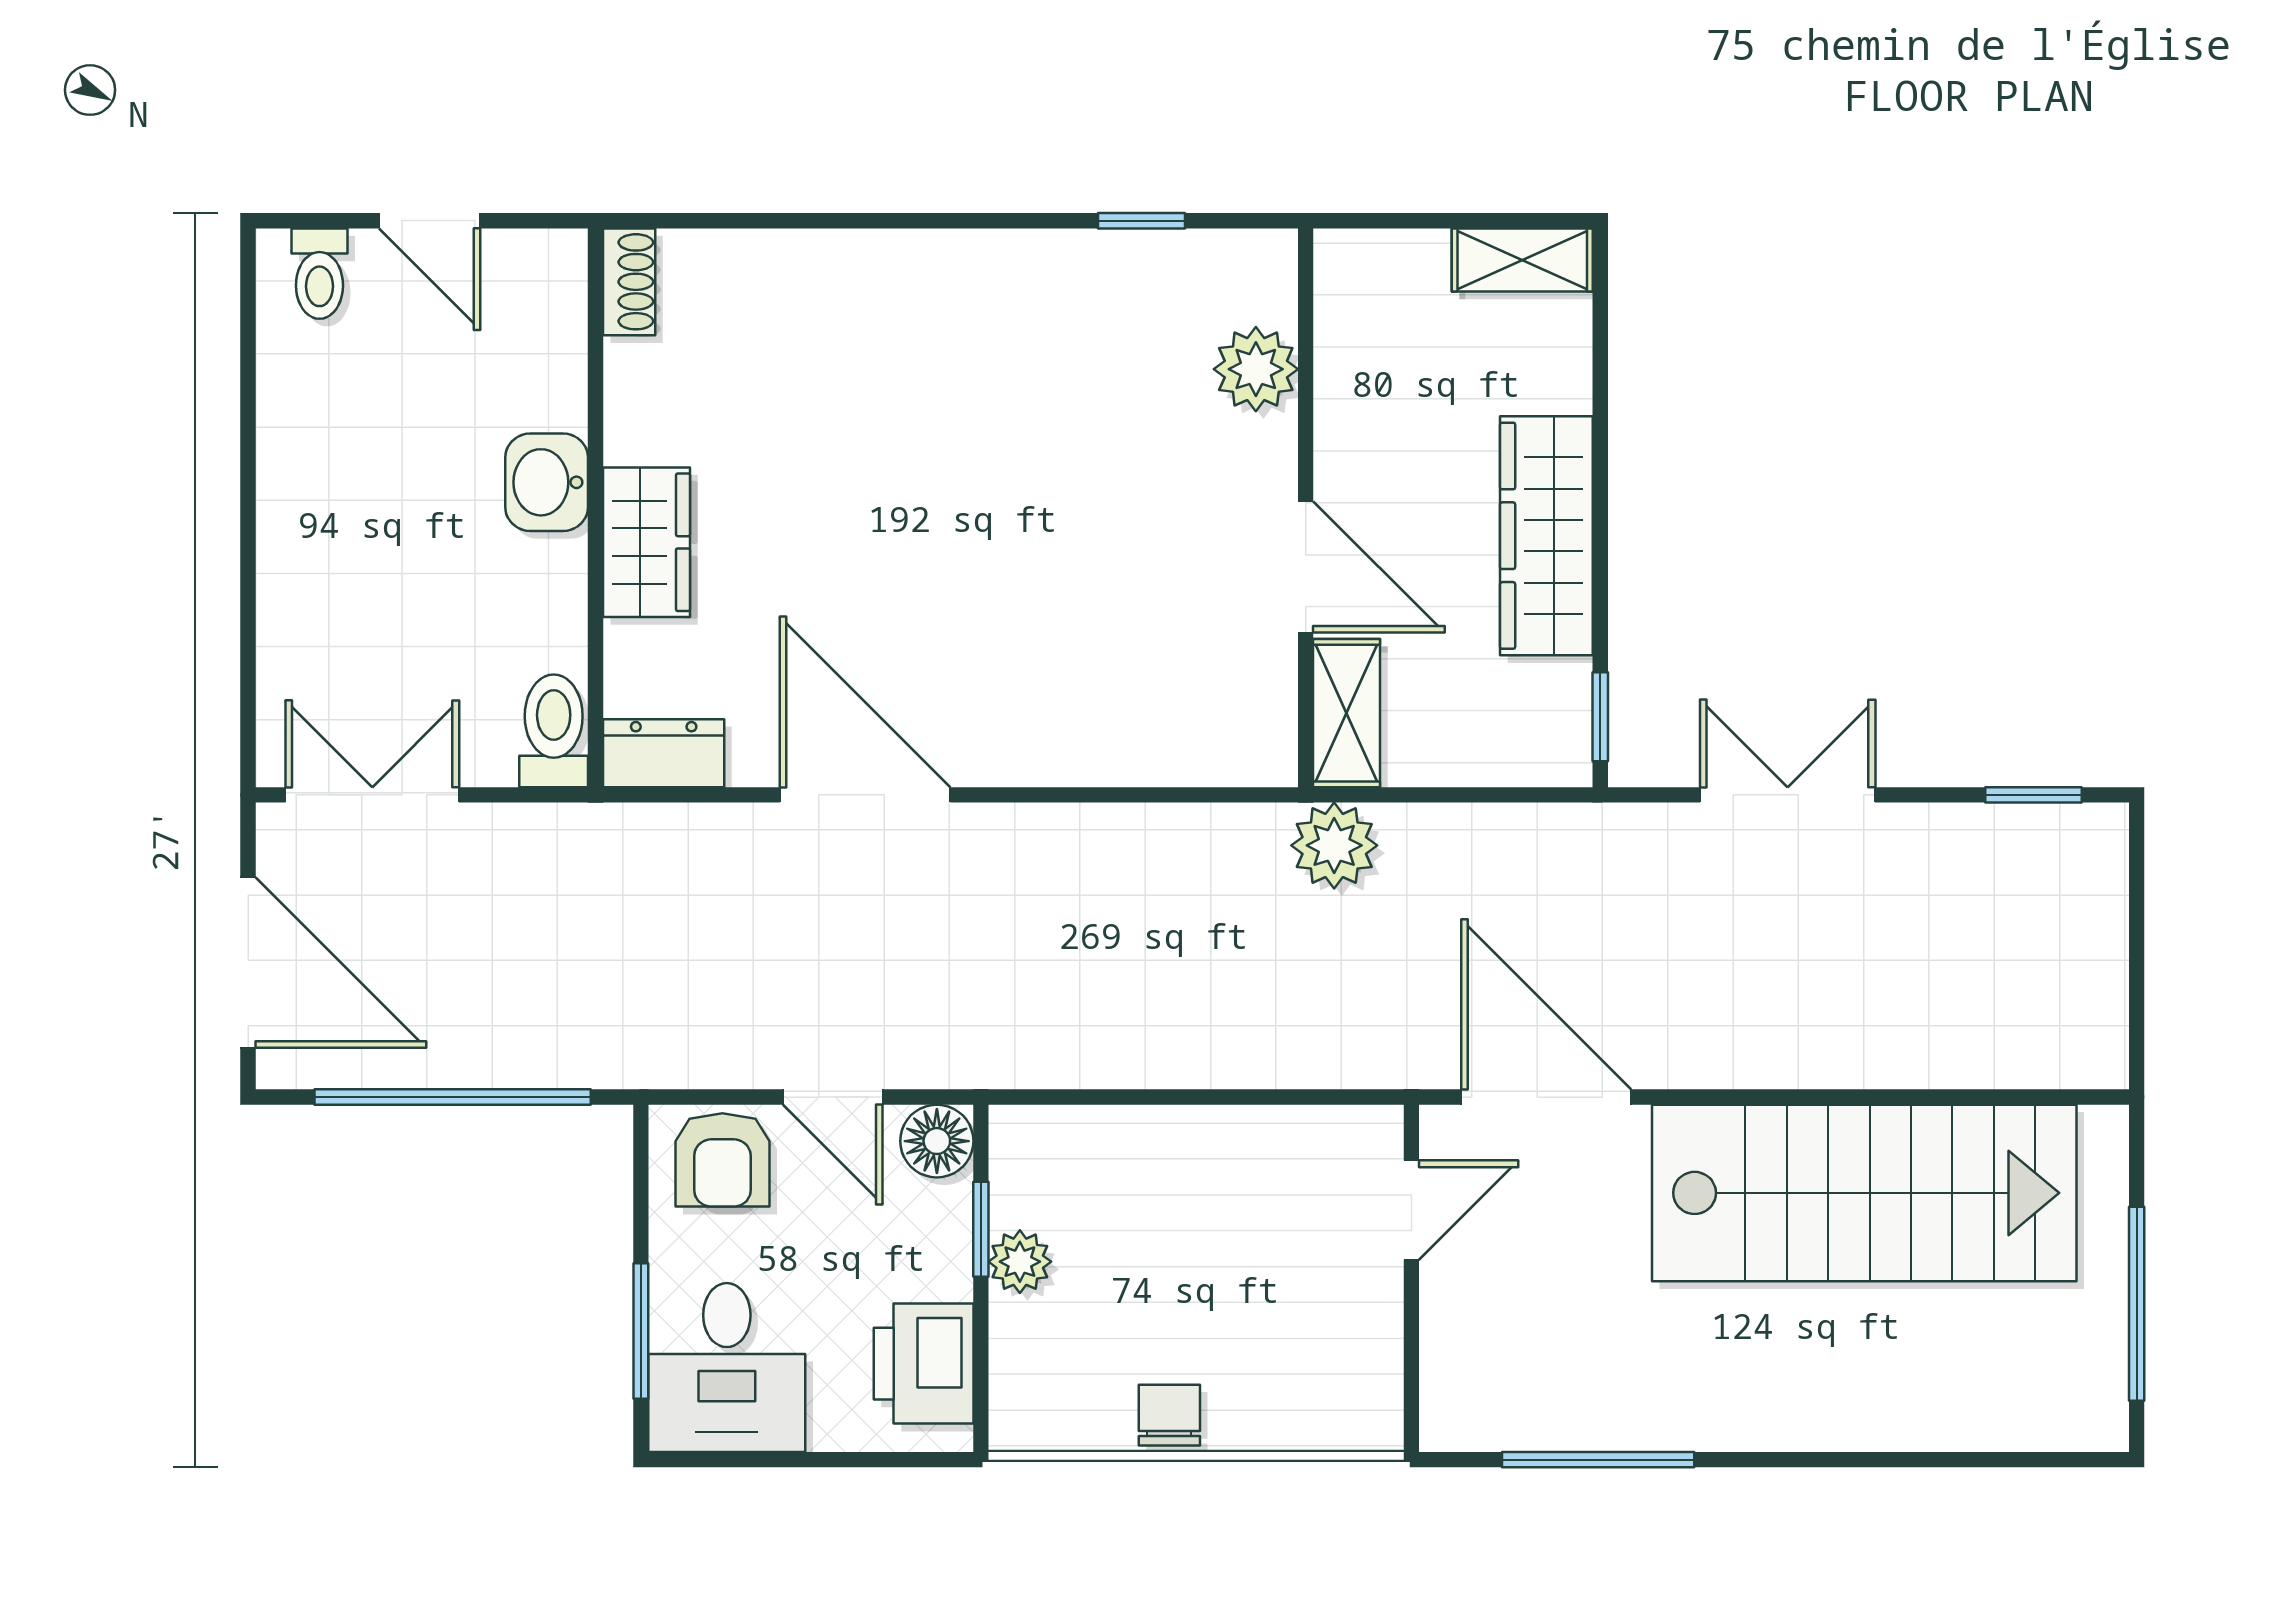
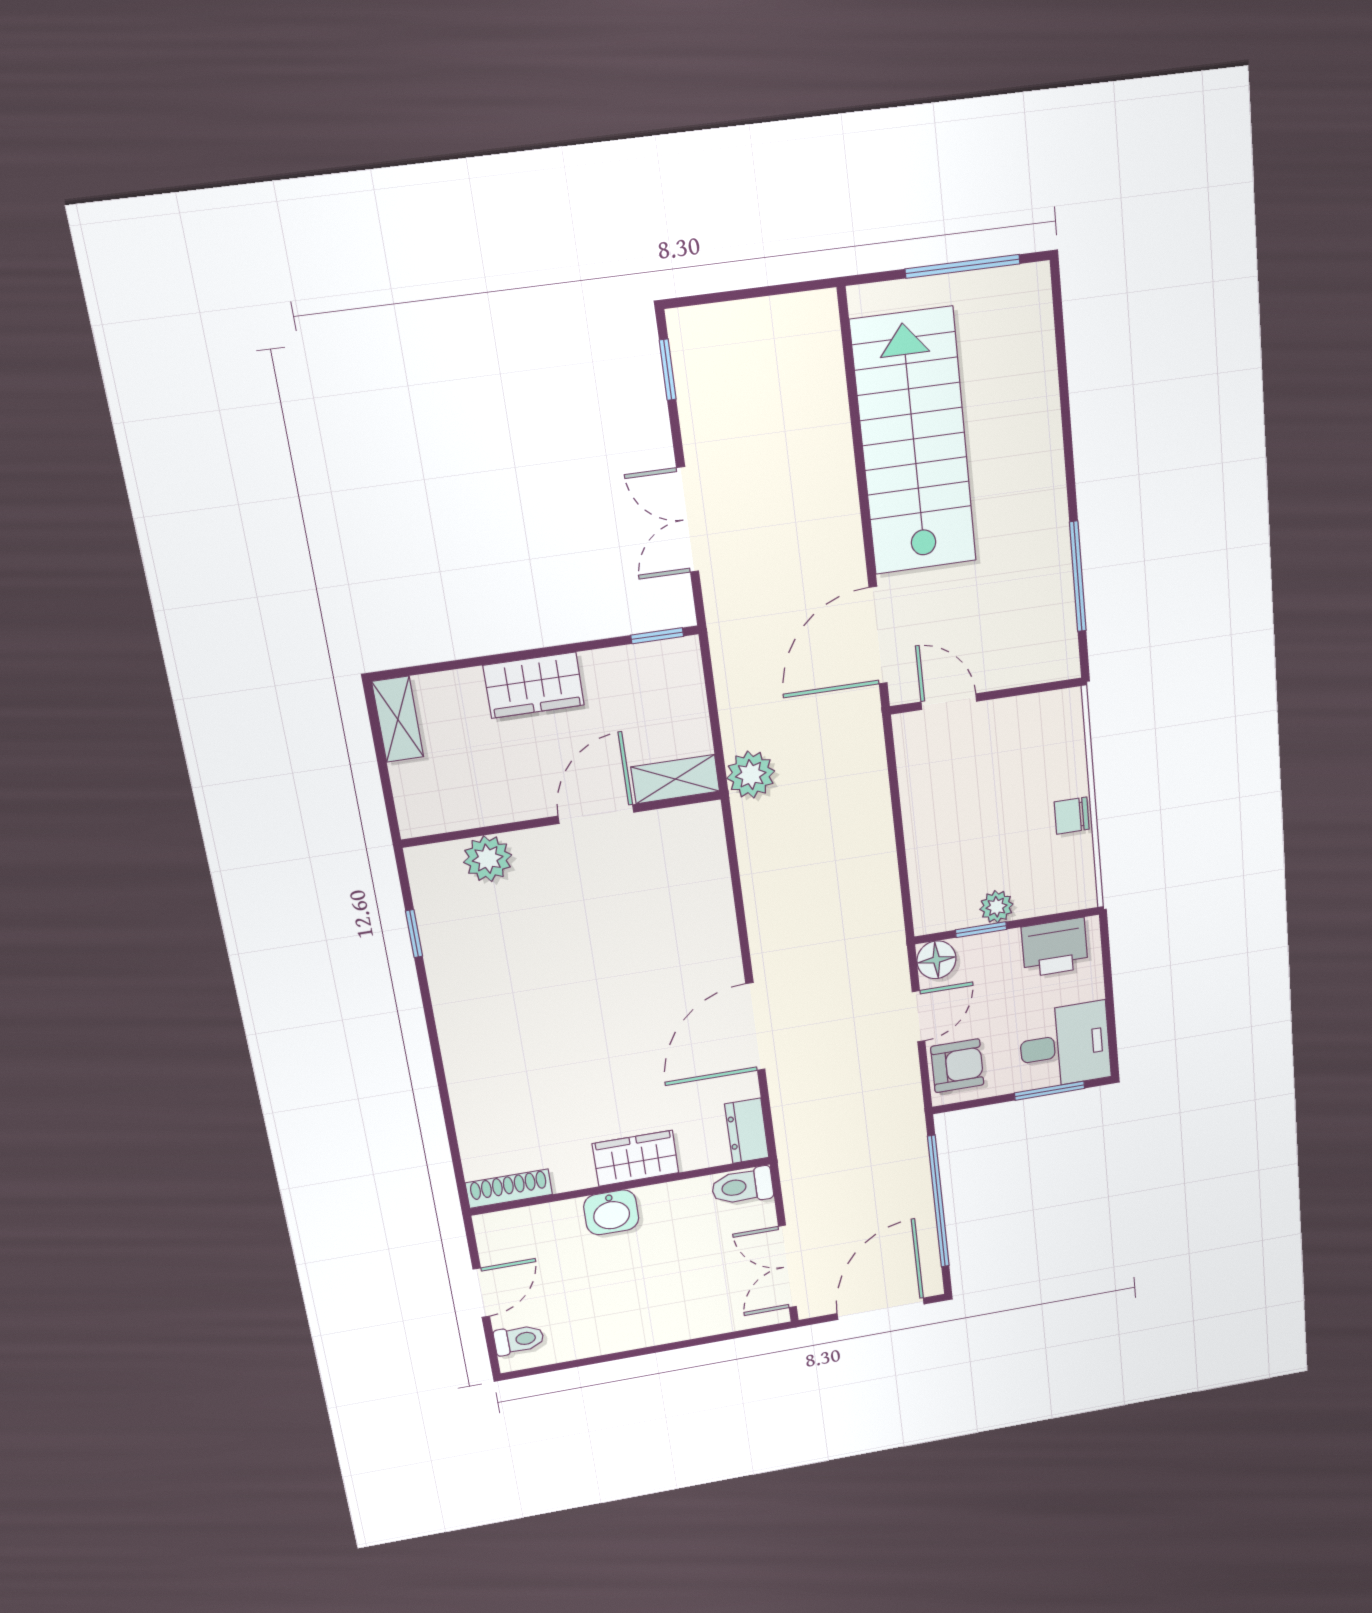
shoe rack: (629, 282) -> (509, 1189), width x1.43
wardrobe: (1546, 536) -> (534, 685), width x0.67

